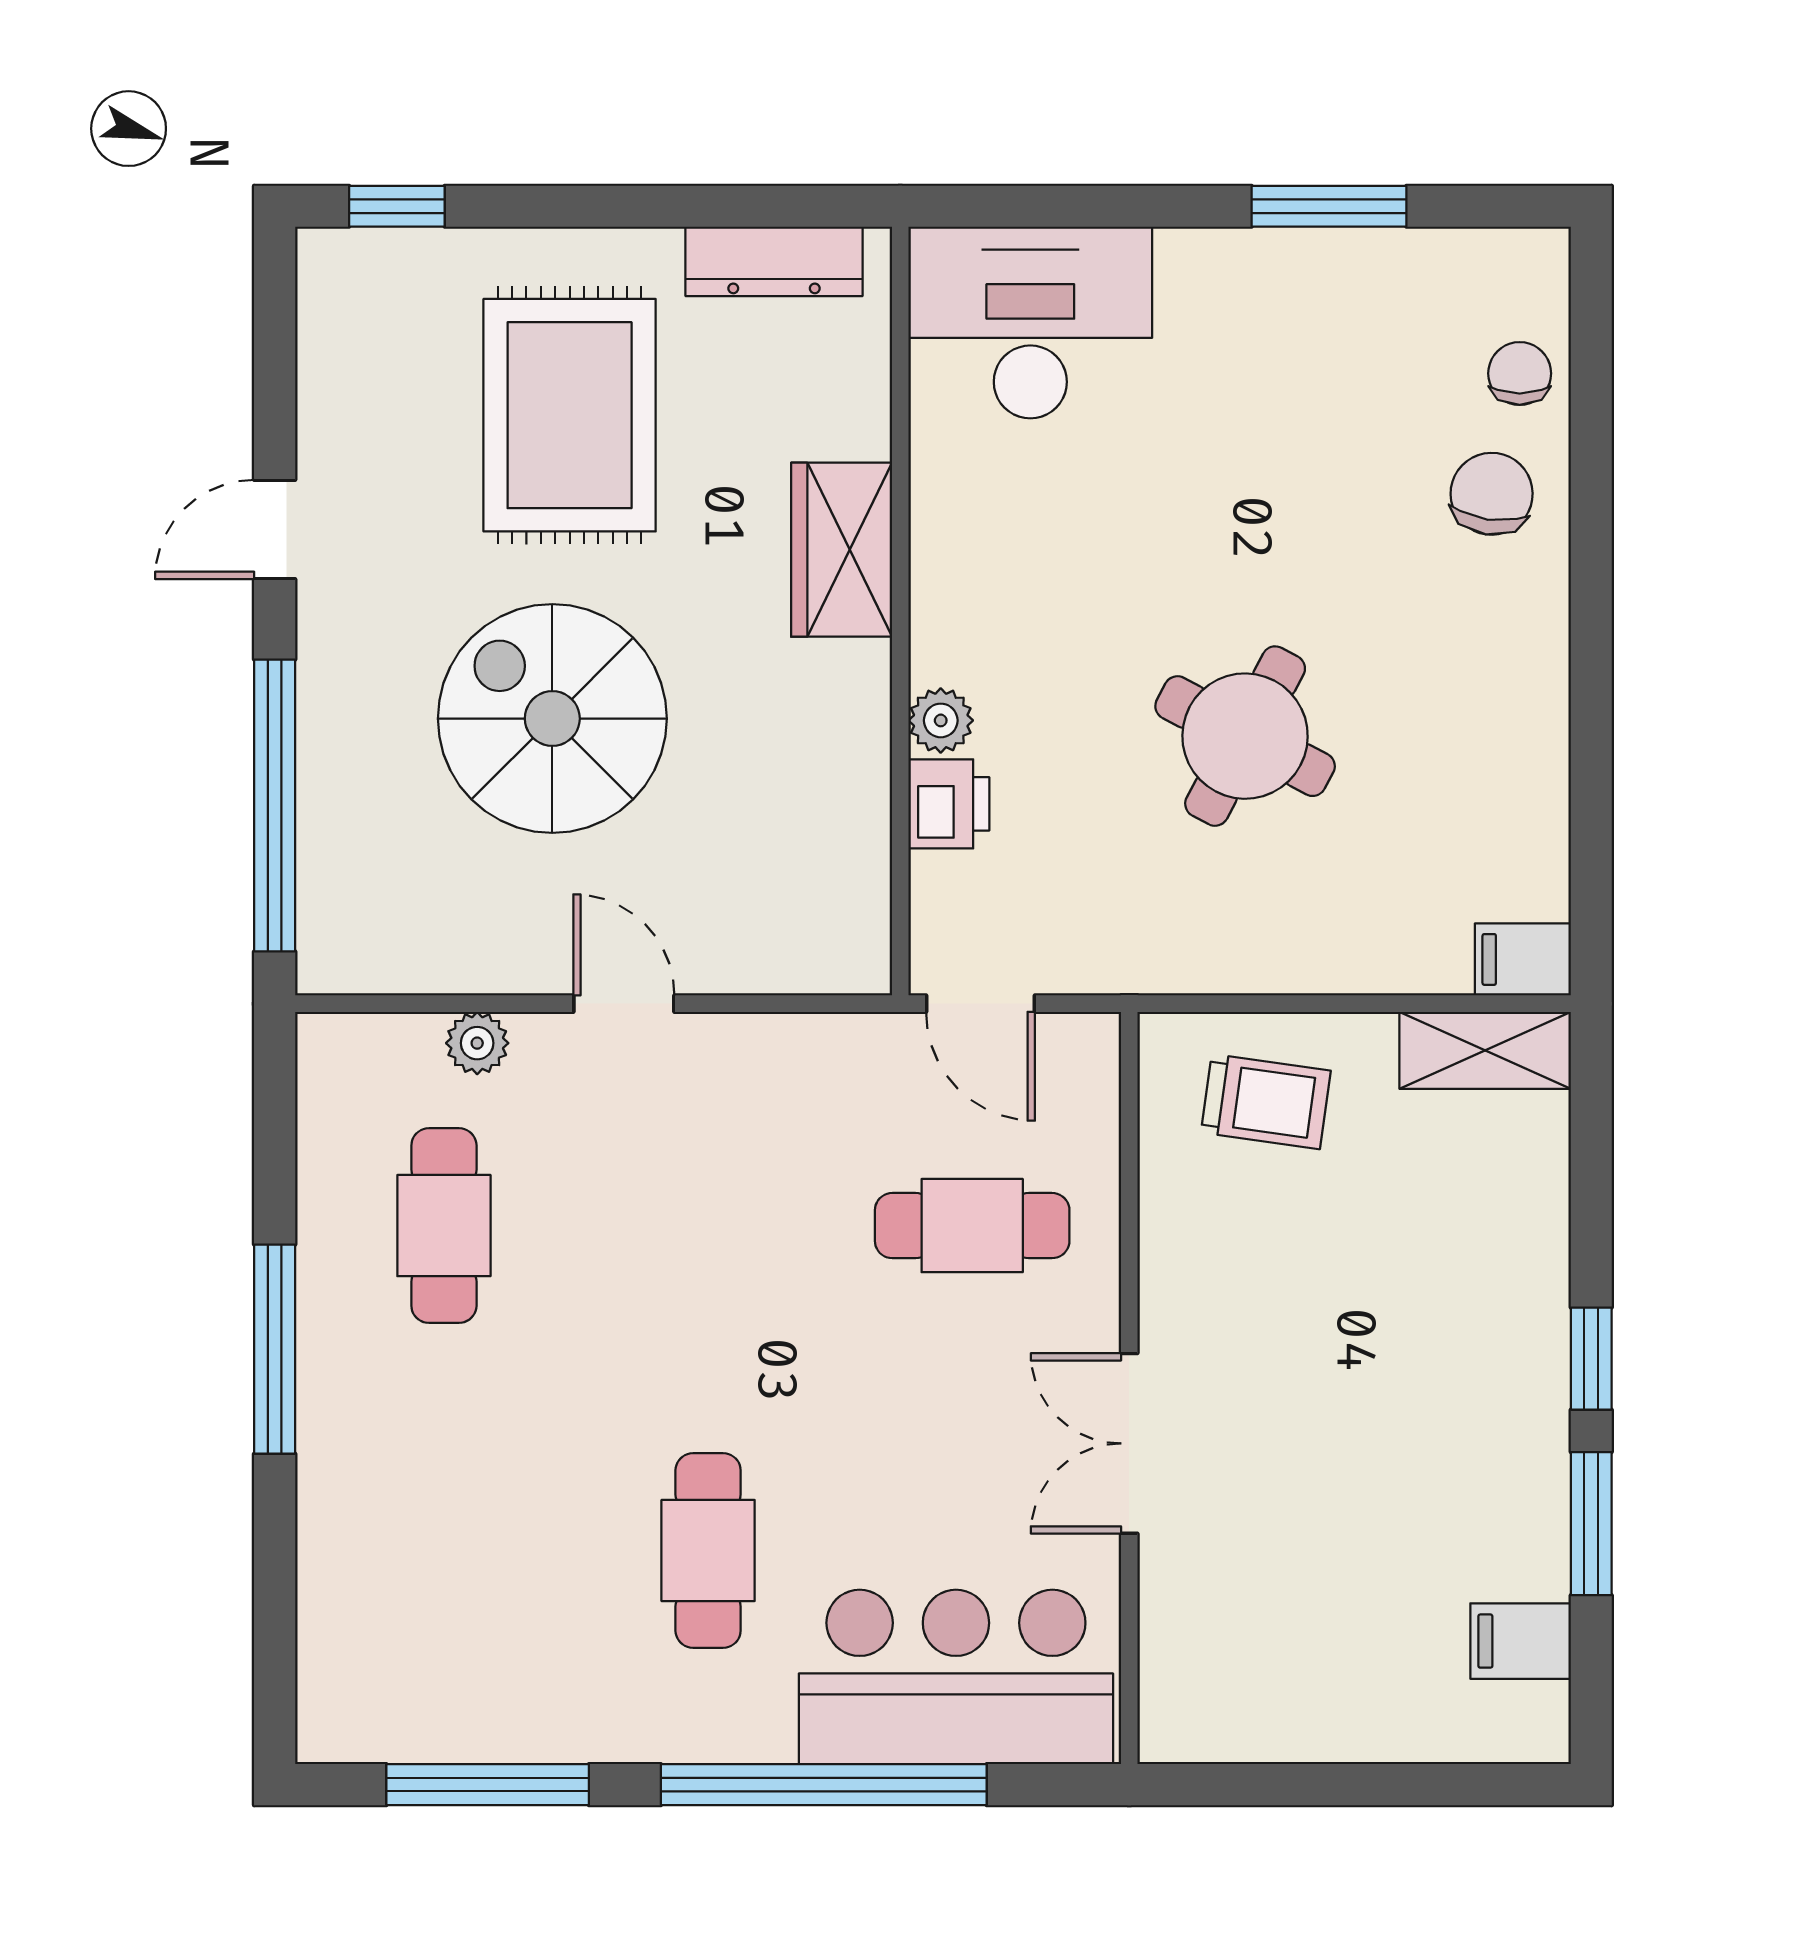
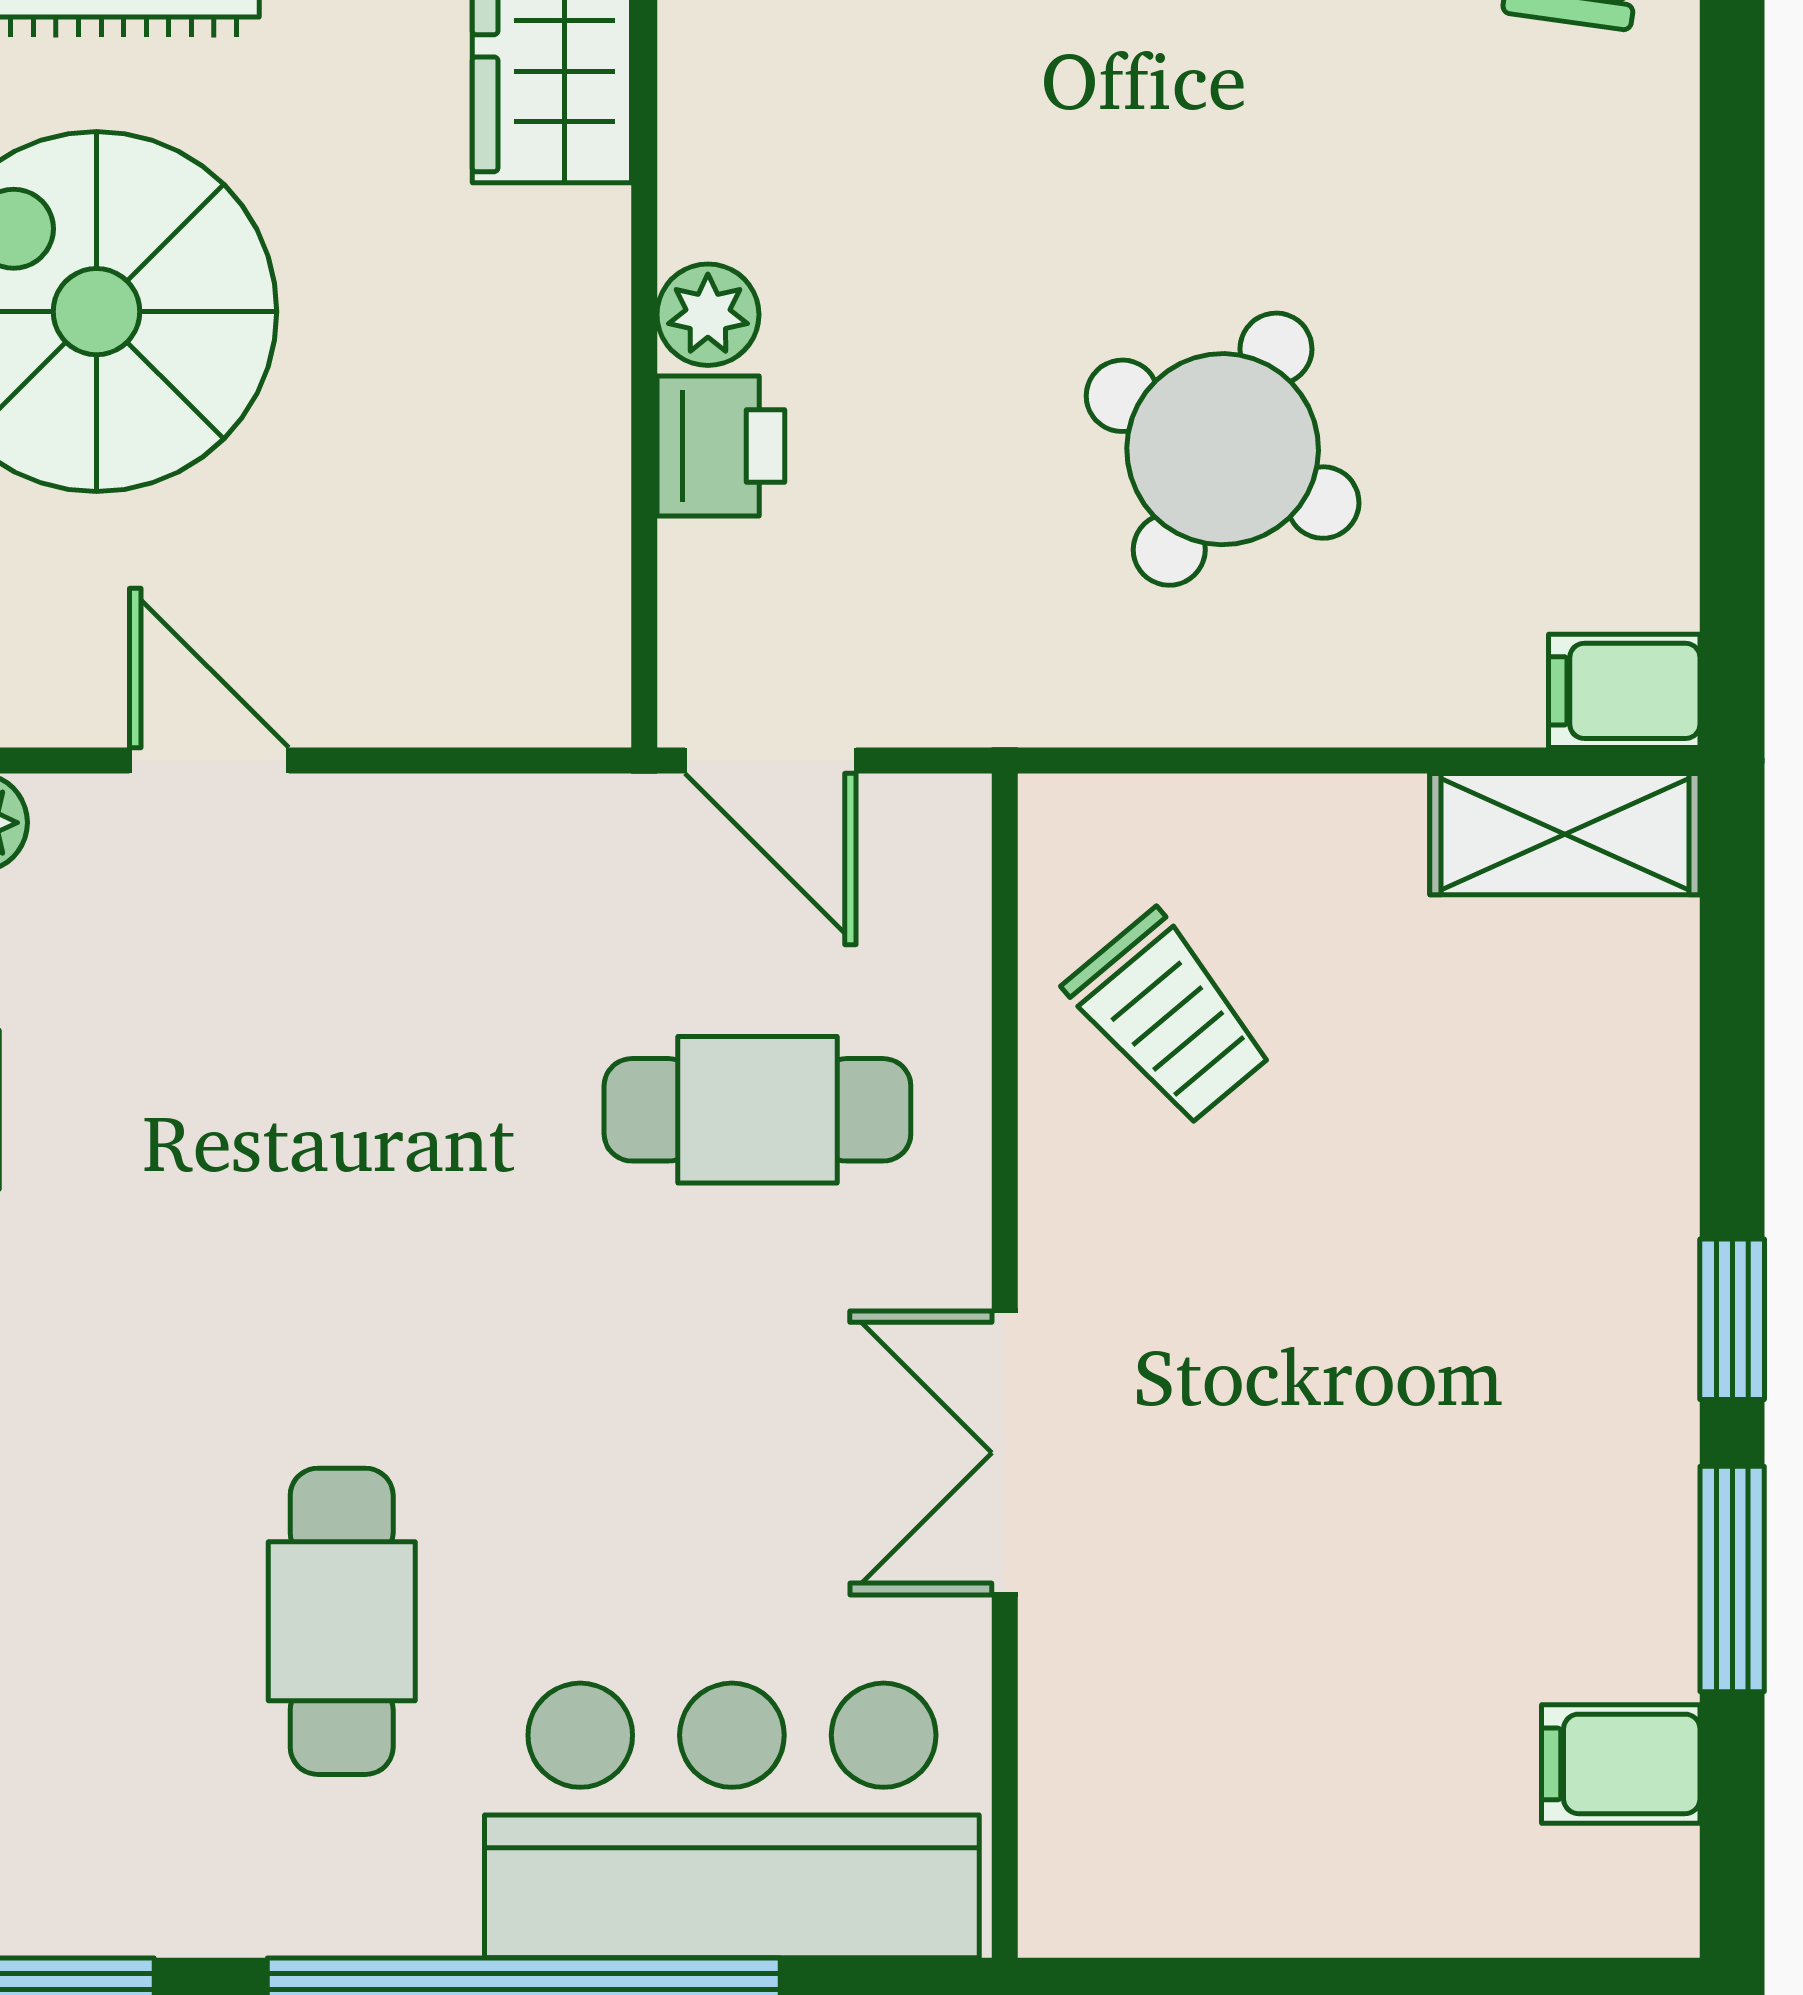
round table: (1245, 736) -> (1223, 449), moved
trolley: (1266, 1102) -> (1169, 1018), moved, turned 42

